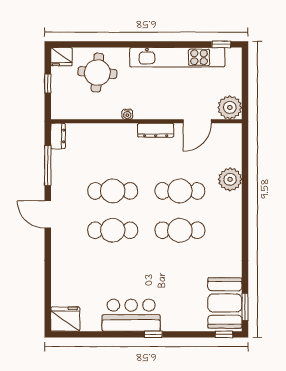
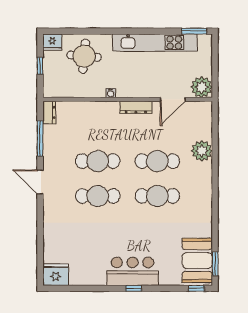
window: (221, 44) -> (194, 31), width x1.50
bar counter: (131, 315) -> (133, 271), moved

